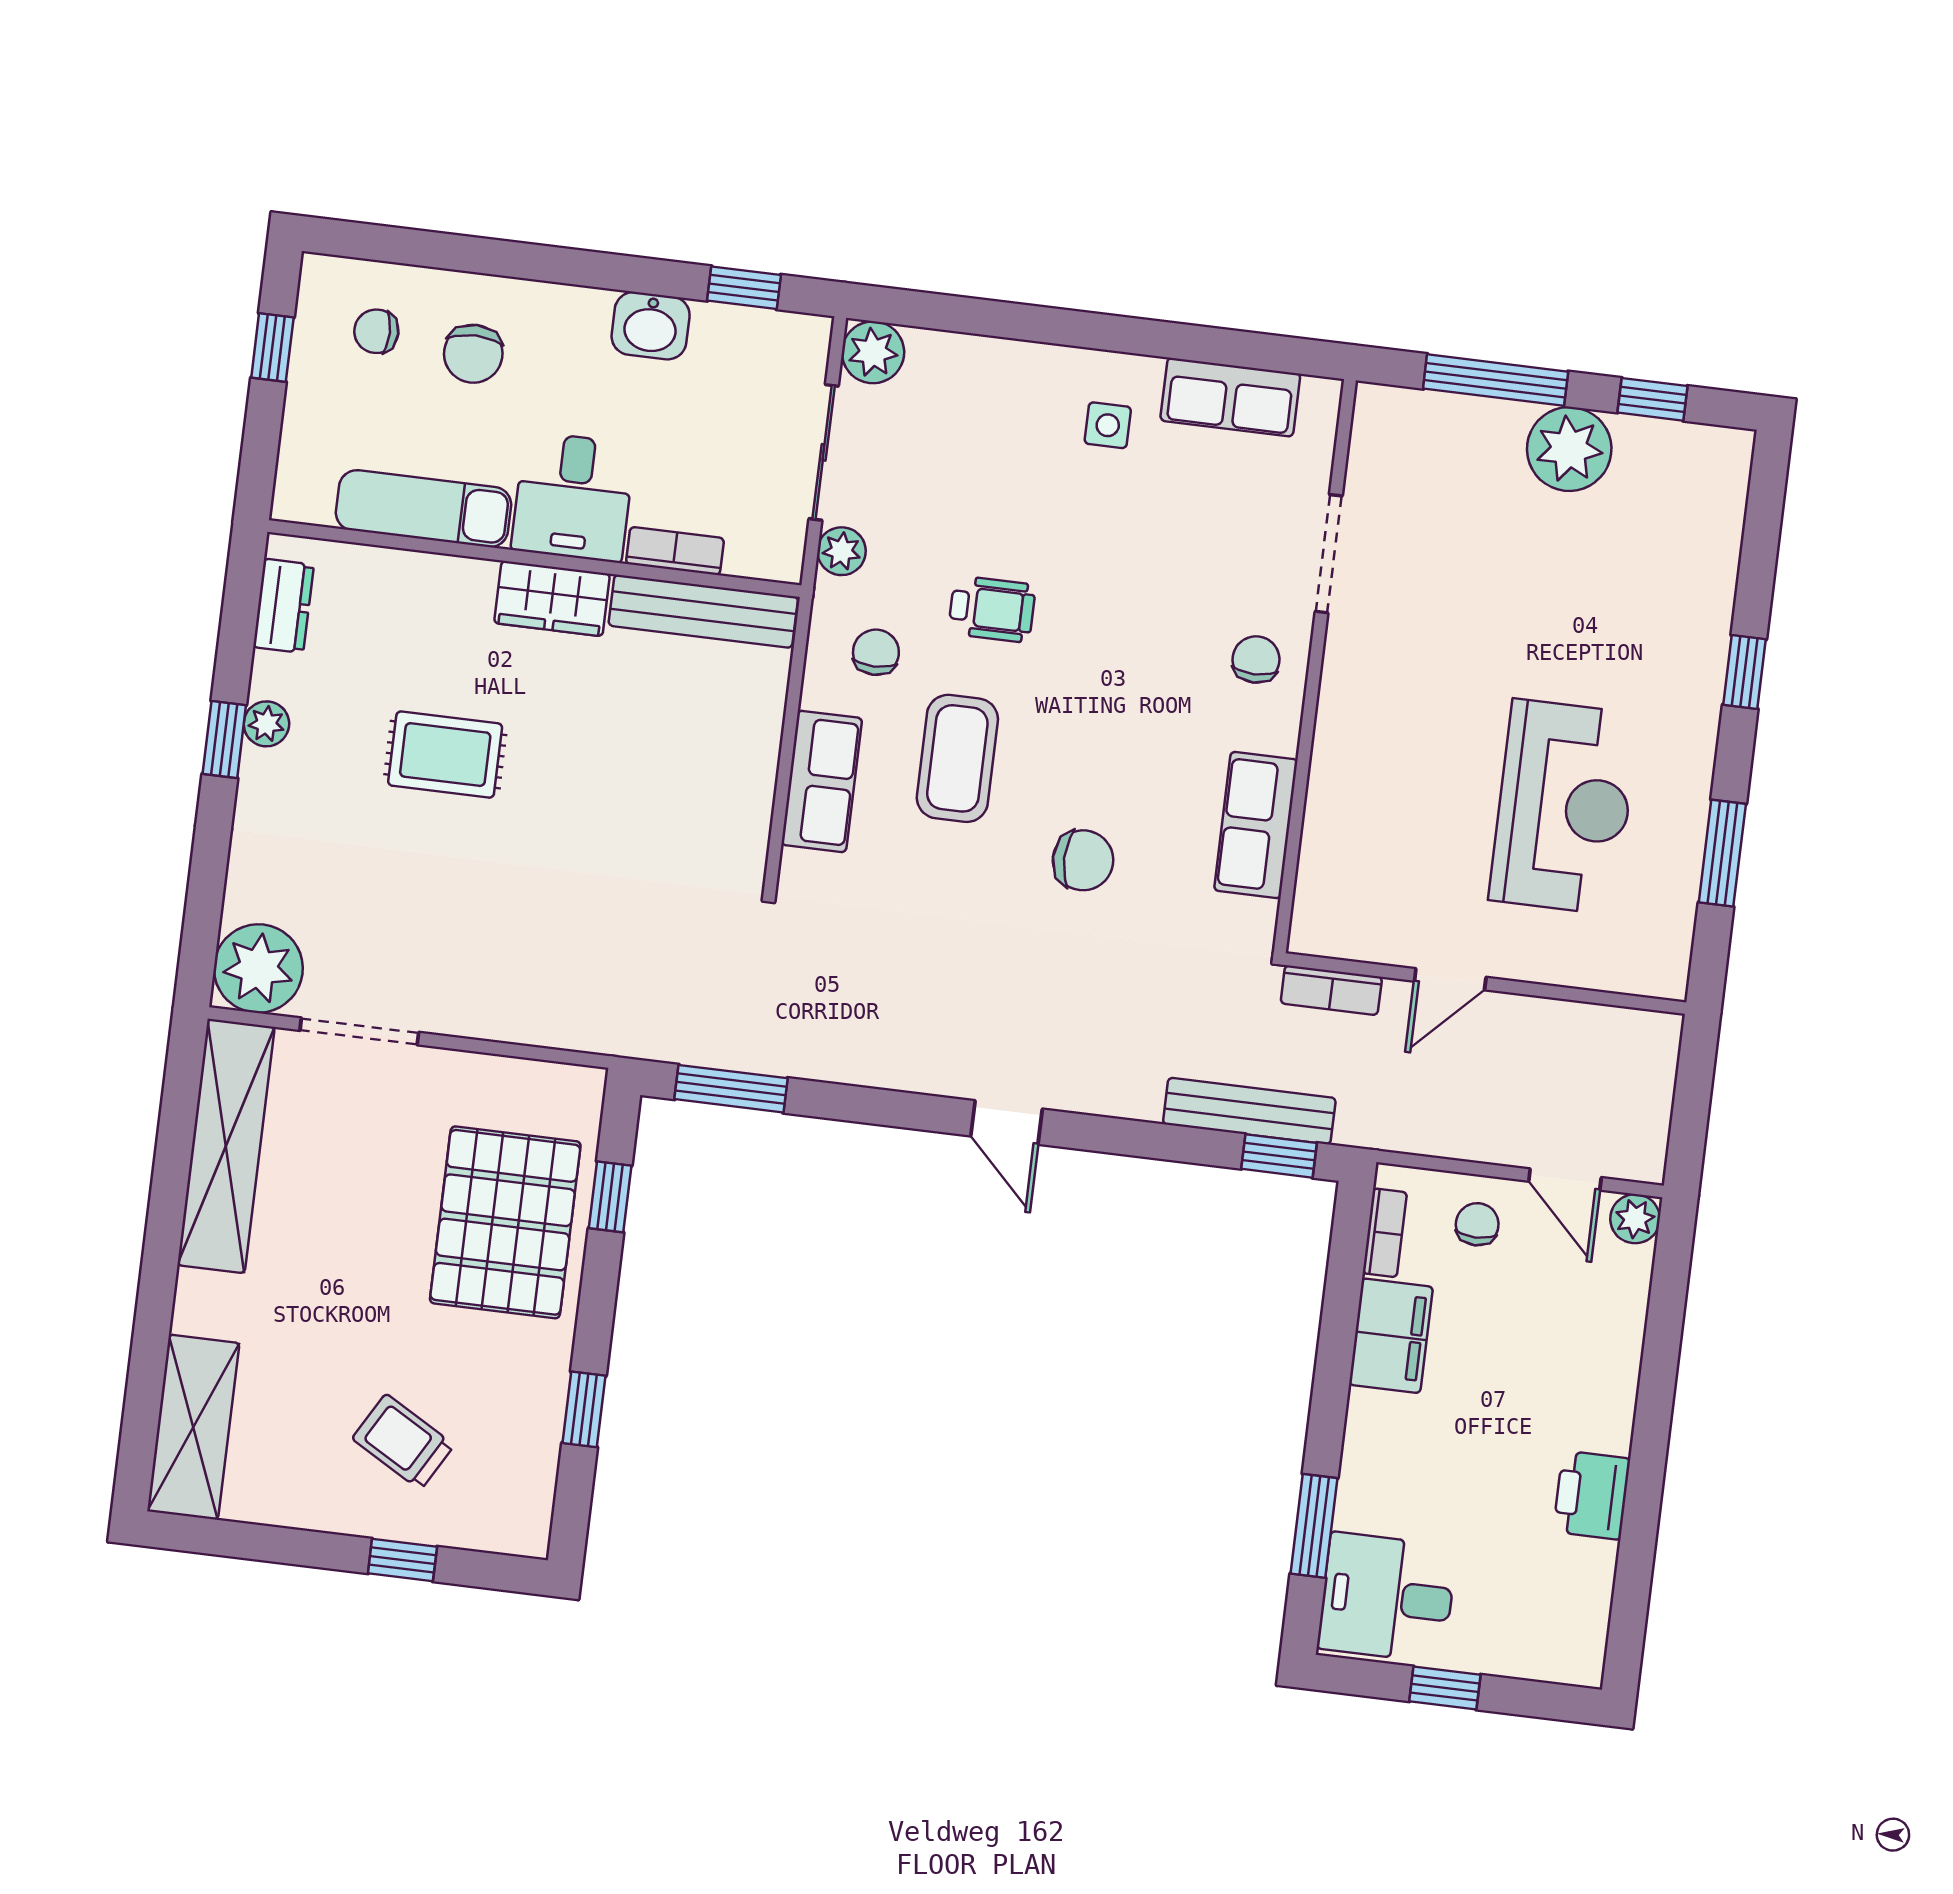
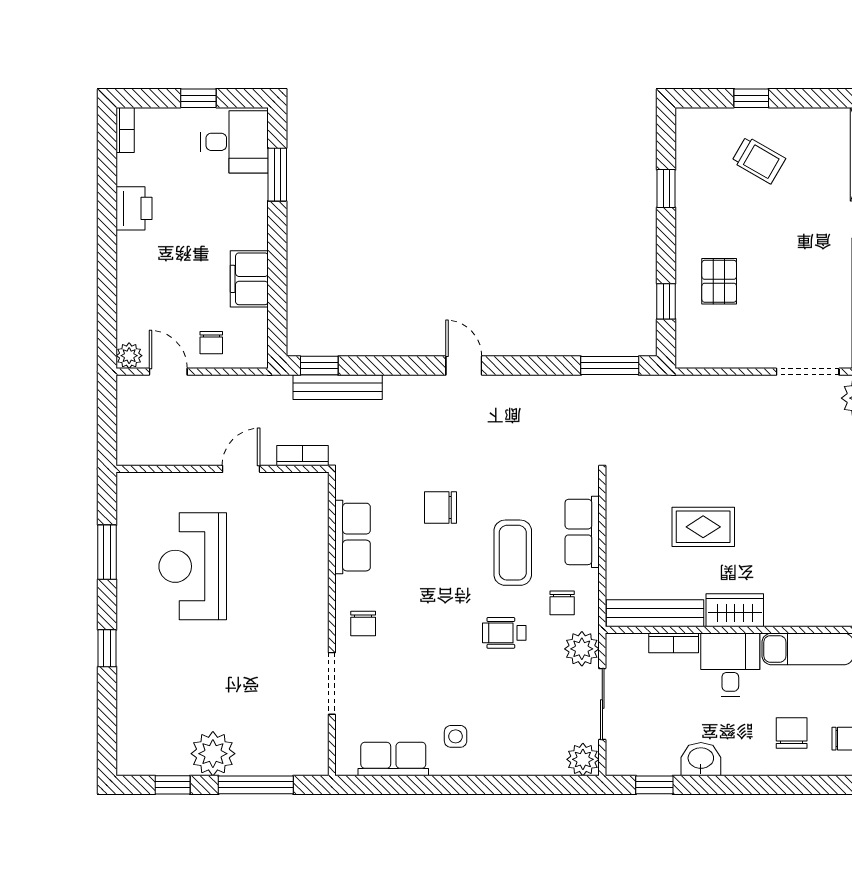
plant: (842, 551) -> (582, 649), width x1.38, depth x1.38
rug: (445, 755) -> (703, 527), moved
pallet: (505, 1222) -> (719, 281), width x0.49, depth x0.50
bookcase: (1385, 1233) -> (125, 130), moved, turned 180

